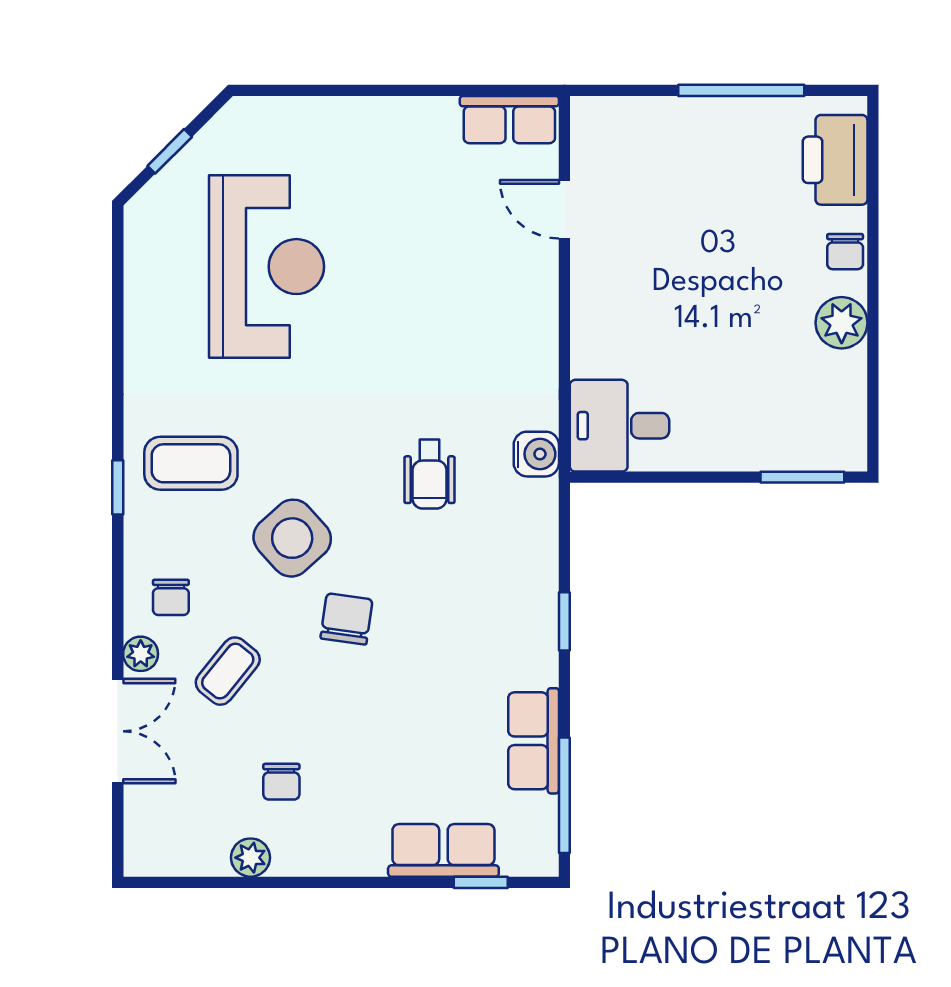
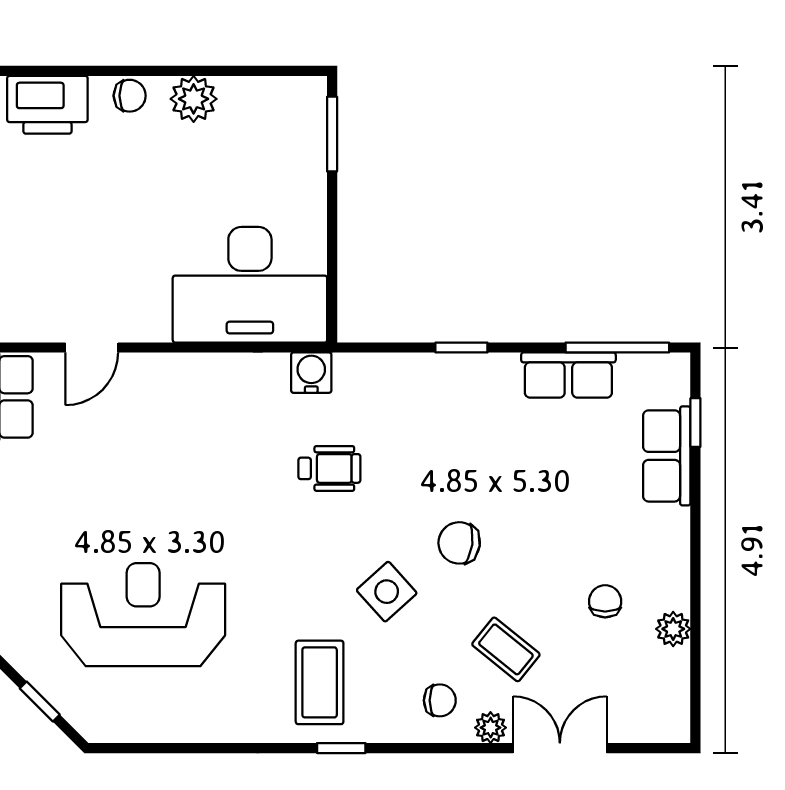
desk: (619, 426) -> (250, 285), width x1.87, depth x1.30
side table: (292, 538) -> (387, 592), width x0.73, depth x0.73
chair: (281, 782) -> (605, 601), turned -90

